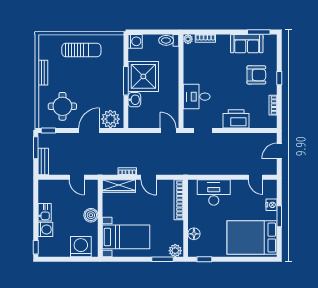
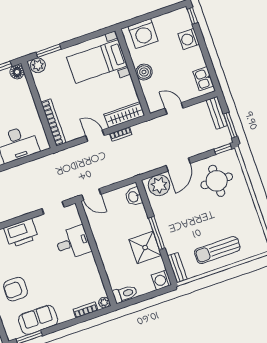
bench: (43, 73) -> (177, 268), moved
shower: (143, 76) -> (145, 247), width x0.73, depth x0.73
washbasin: (134, 100) -> (134, 197), moved
kitchen sink: (45, 212) -> (203, 79), moved
floor lamp: (194, 234) -> (17, 72), moved

